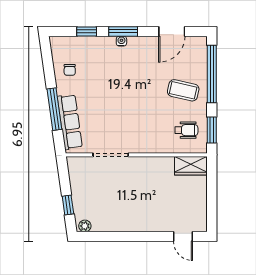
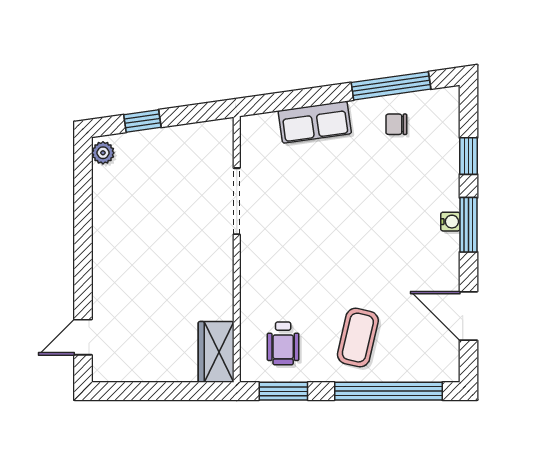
window: (54, 109) -> (391, 86), moved
row of seats: (70, 122) -> (315, 122), width x0.68

